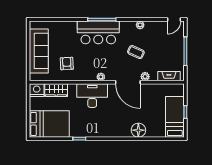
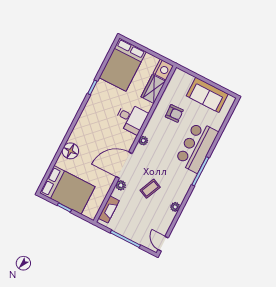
bar counter: (98, 32) -> (197, 147), moved
sofa: (39, 51) -> (207, 95), width x0.73
desk: (92, 96) -> (131, 118), width x0.73
bed: (175, 117) -> (67, 190), width x1.50

